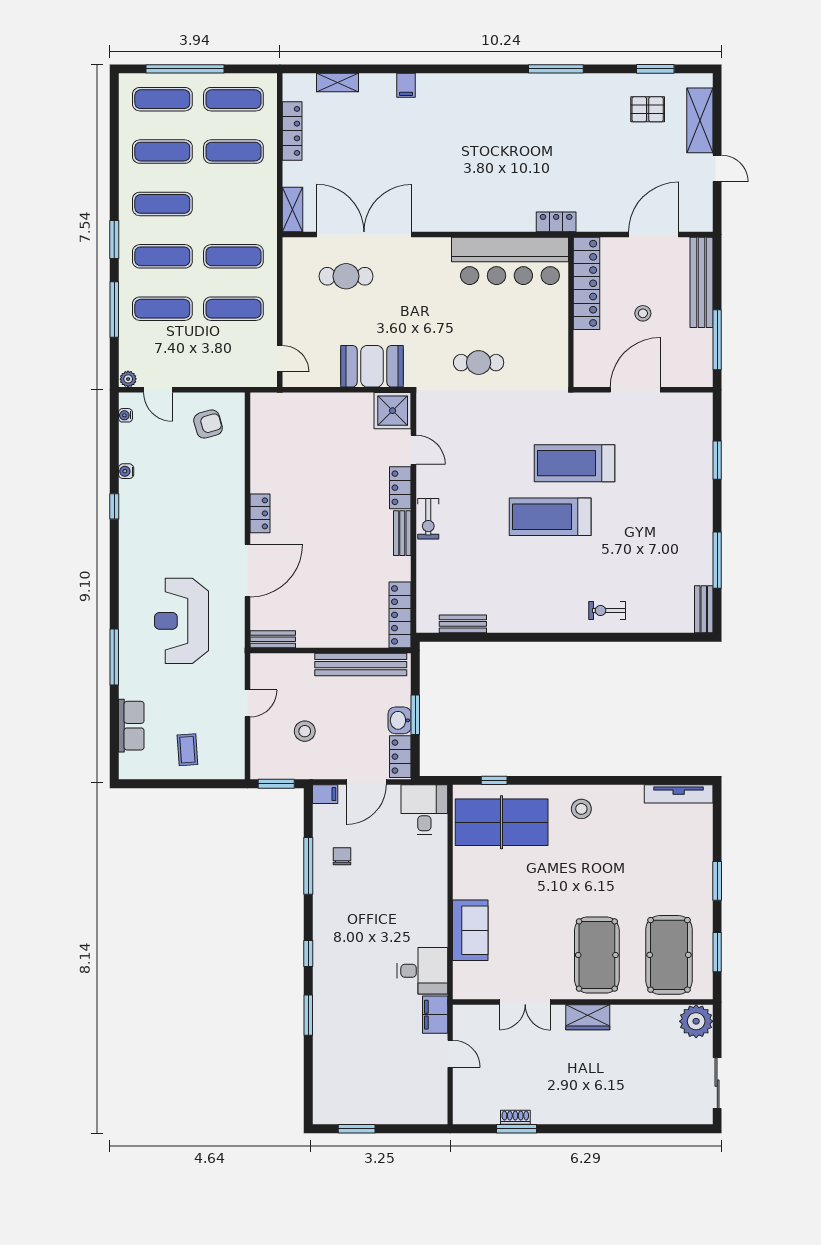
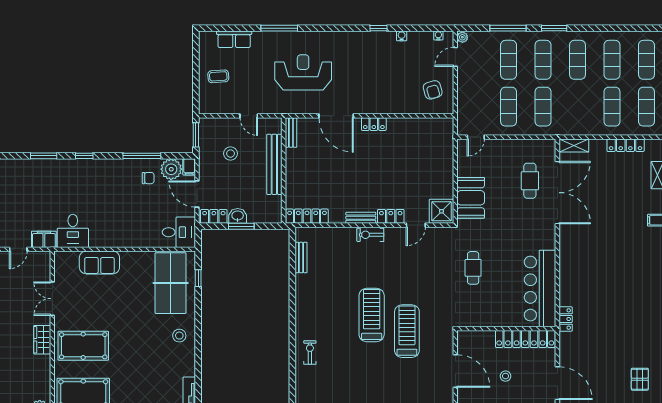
bench: (361, 665) -> (274, 164), moved
plant: (329, 821) -> (171, 169), added

